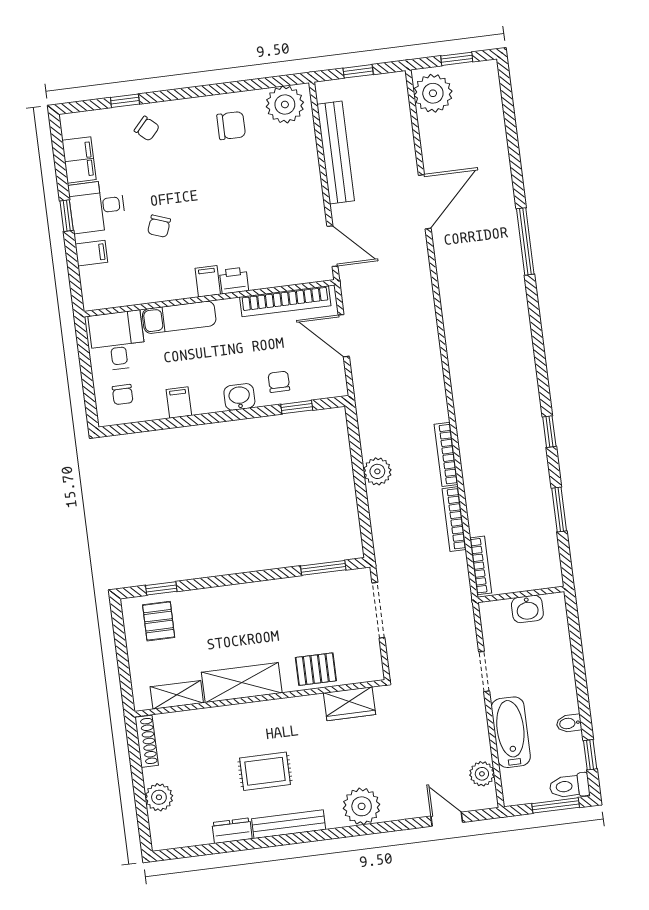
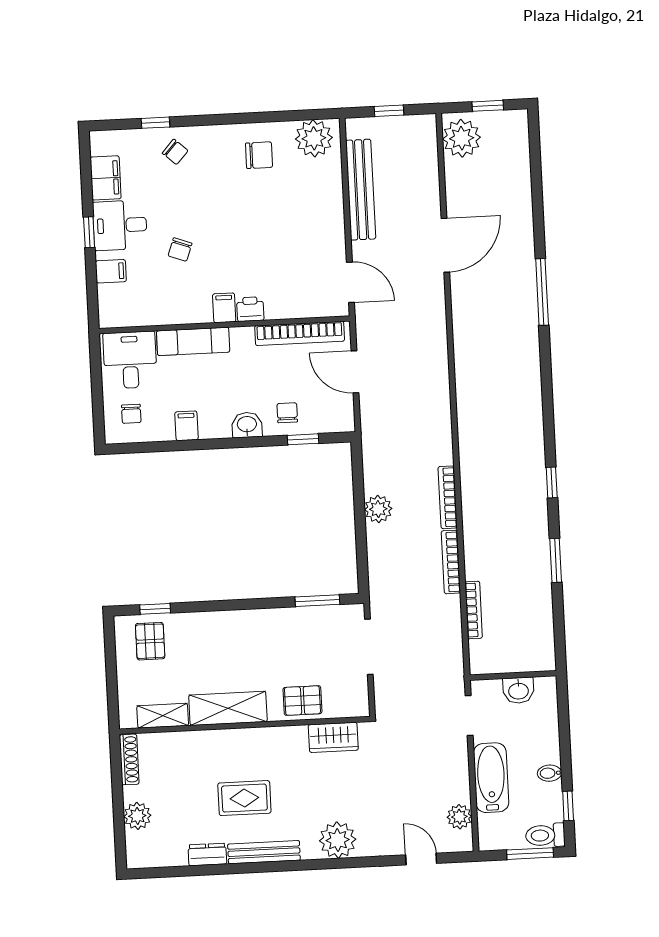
wall: (521, 594) -> (513, 675), moved
washbasin: (527, 609) -> (518, 690), moved

